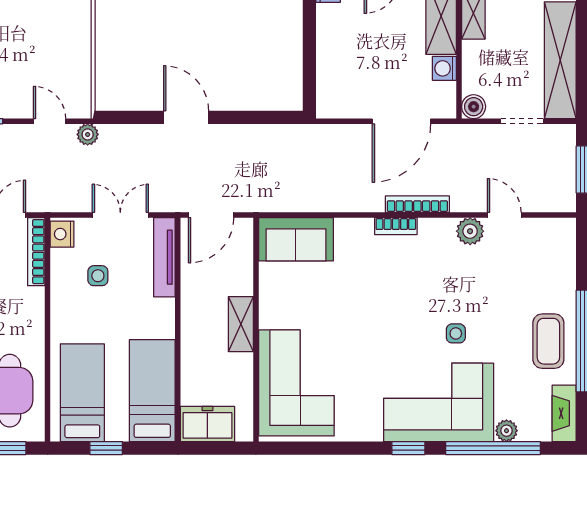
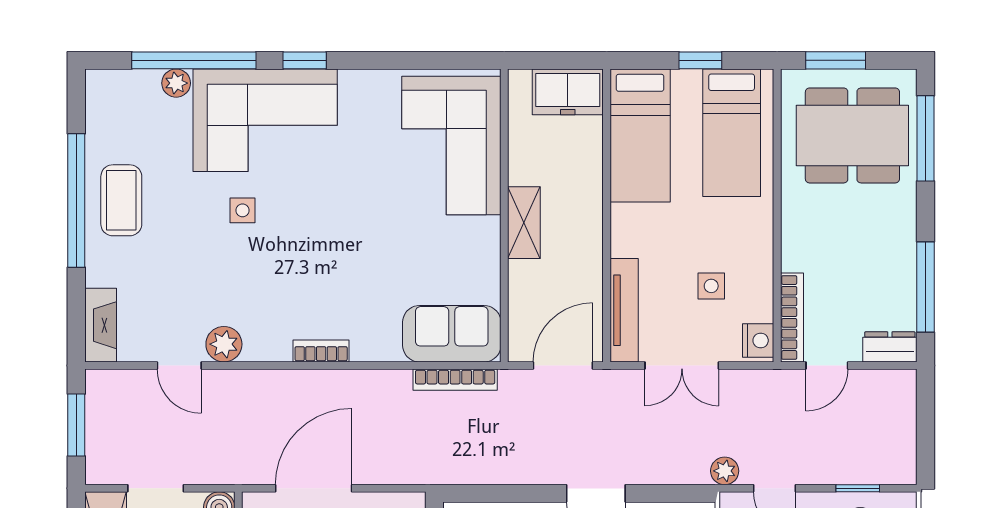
bookcase: (417, 204) -> (455, 380), moved
fireplace: (564, 413) -> (101, 325), moved

